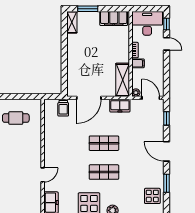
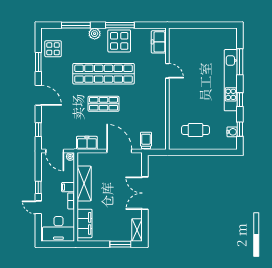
filing cabinet: (114, 18) -> (84, 223), moved, turned 90
window: (167, 24) -> (38, 187), moved
double door: (64, 58) -> (145, 193), added
shelving: (123, 80) -> (84, 183), moved
door: (89, 98) -> (119, 151), hinge flipped
shop shelf: (104, 172) -> (104, 74), width x2.00, depth x1.36
door: (43, 175) -> (167, 71), swing flipped

